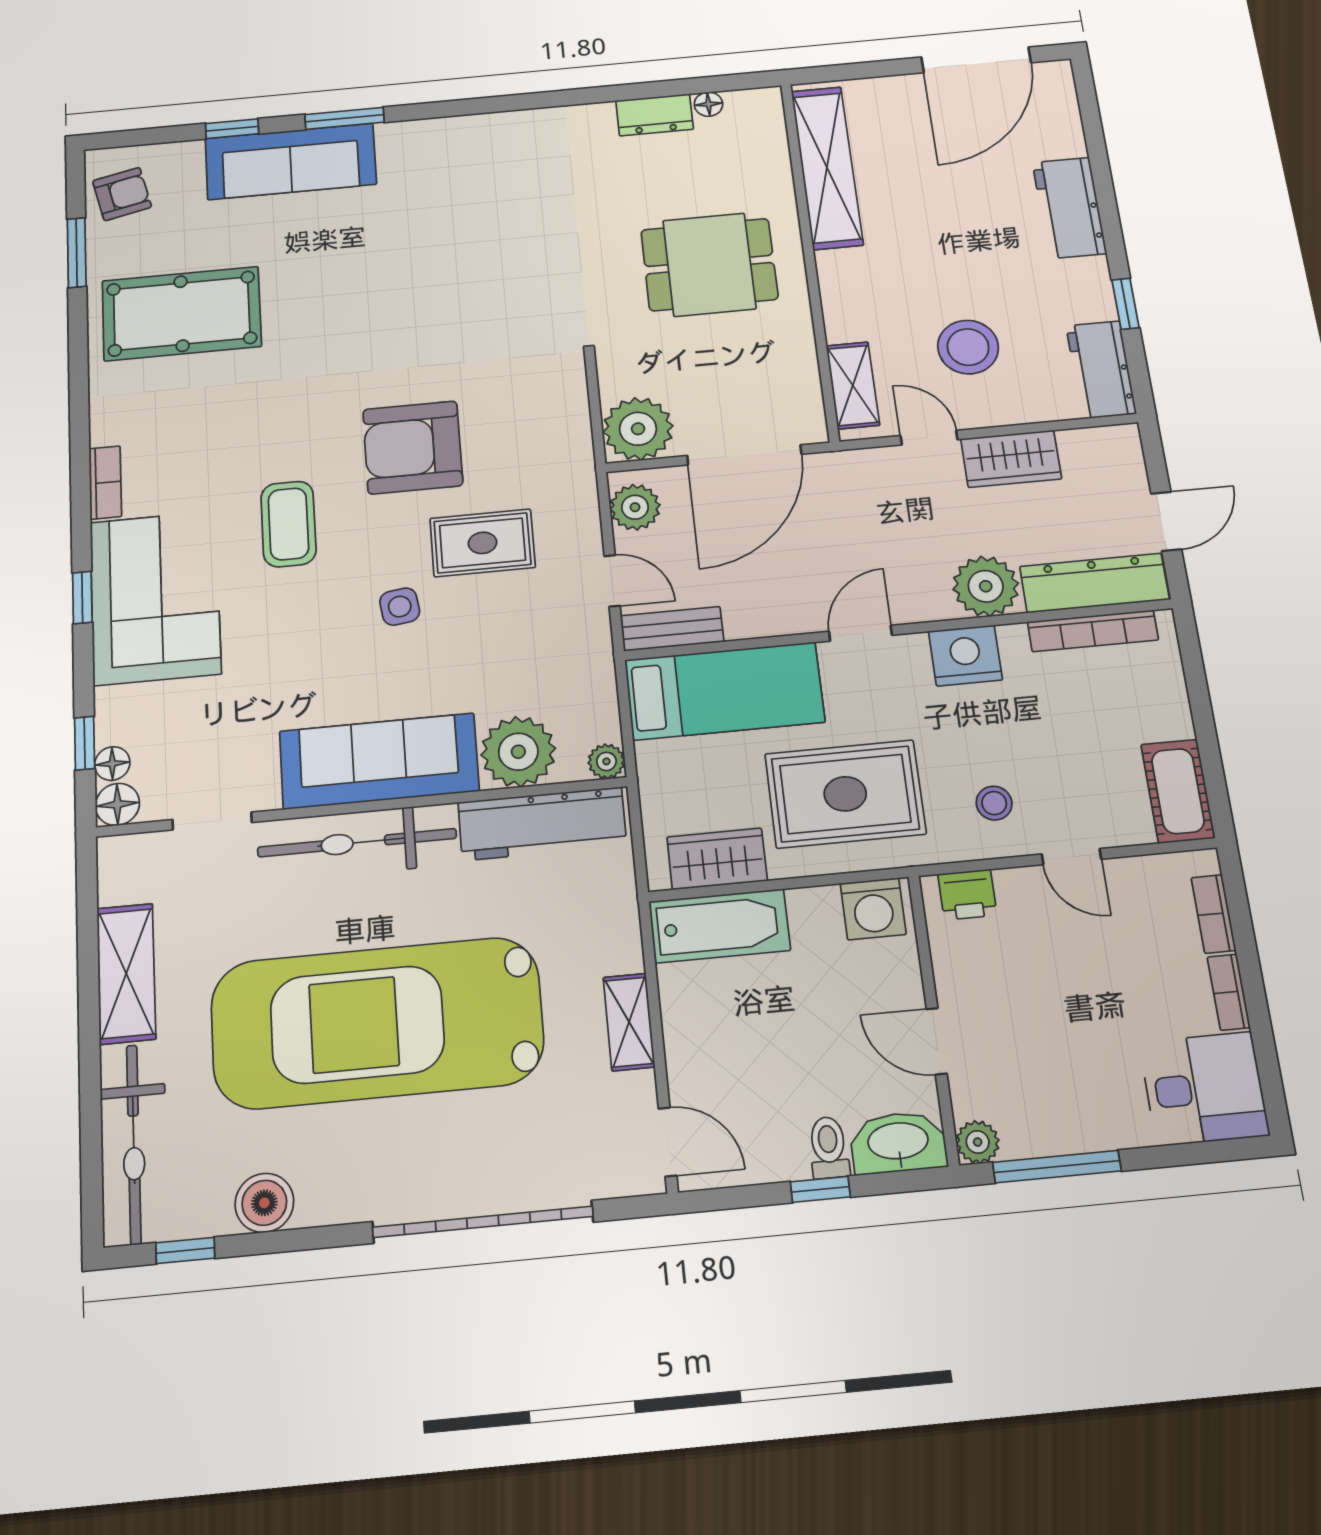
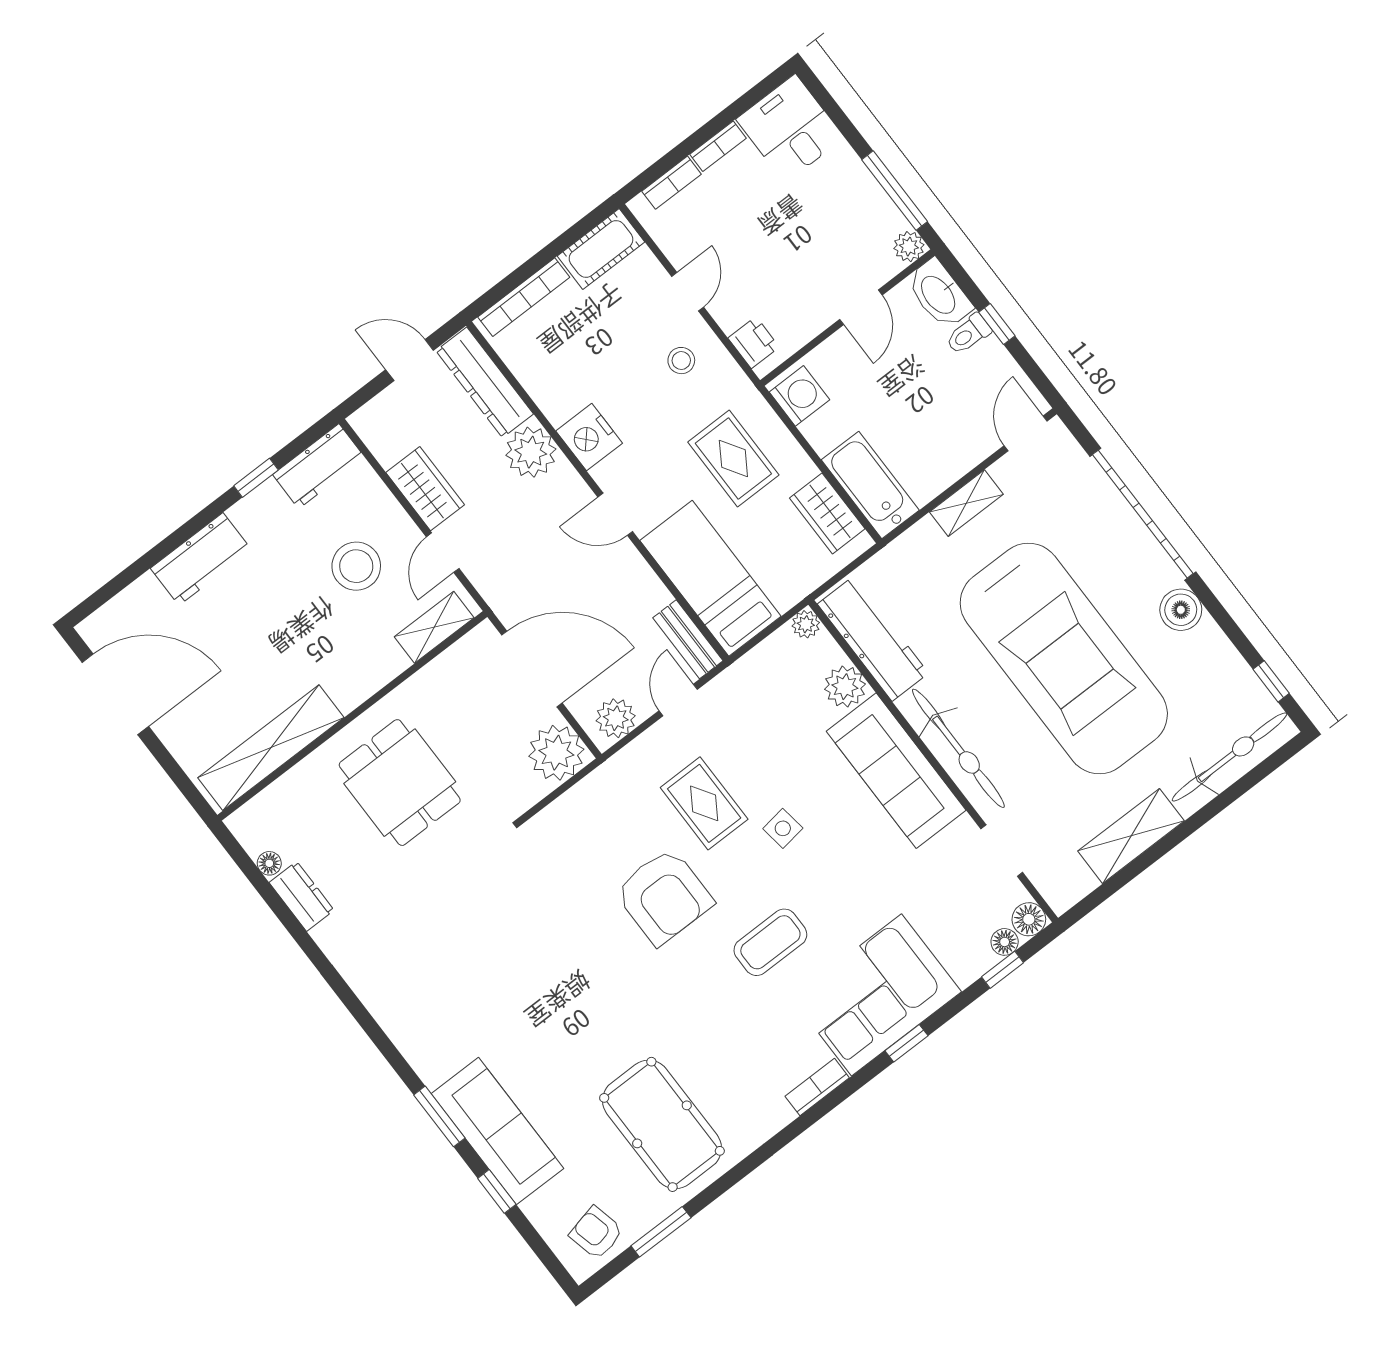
bookcase: (1093, 631) -> (524, 297), moved, turned 90
plant: (518, 752) -> (845, 687), width x0.73, depth x0.73
rug: (845, 794) -> (733, 458), width x0.73, depth x0.70
boiler: (264, 1203) -> (1181, 610), moved

